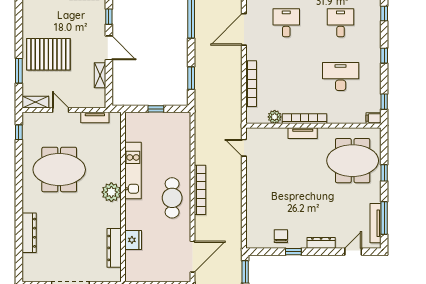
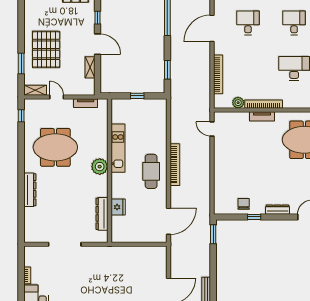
pallet: (48, 54) -> (46, 49), turned 90
dresser: (29, 233) -> (30, 190), moved

